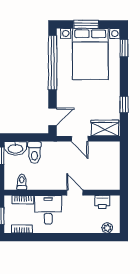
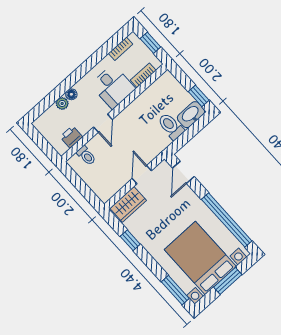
window: (124, 48) -> (175, 290), width x1.50
door: (80, 139) -> (142, 175), hinge flipped
toilet: (22, 182) -> (86, 155), moved
door: (75, 193) -> (103, 123), hinge flipped
floor lamp: (78, 228) -> (71, 94), added
plant: (107, 228) -> (62, 103), moved

